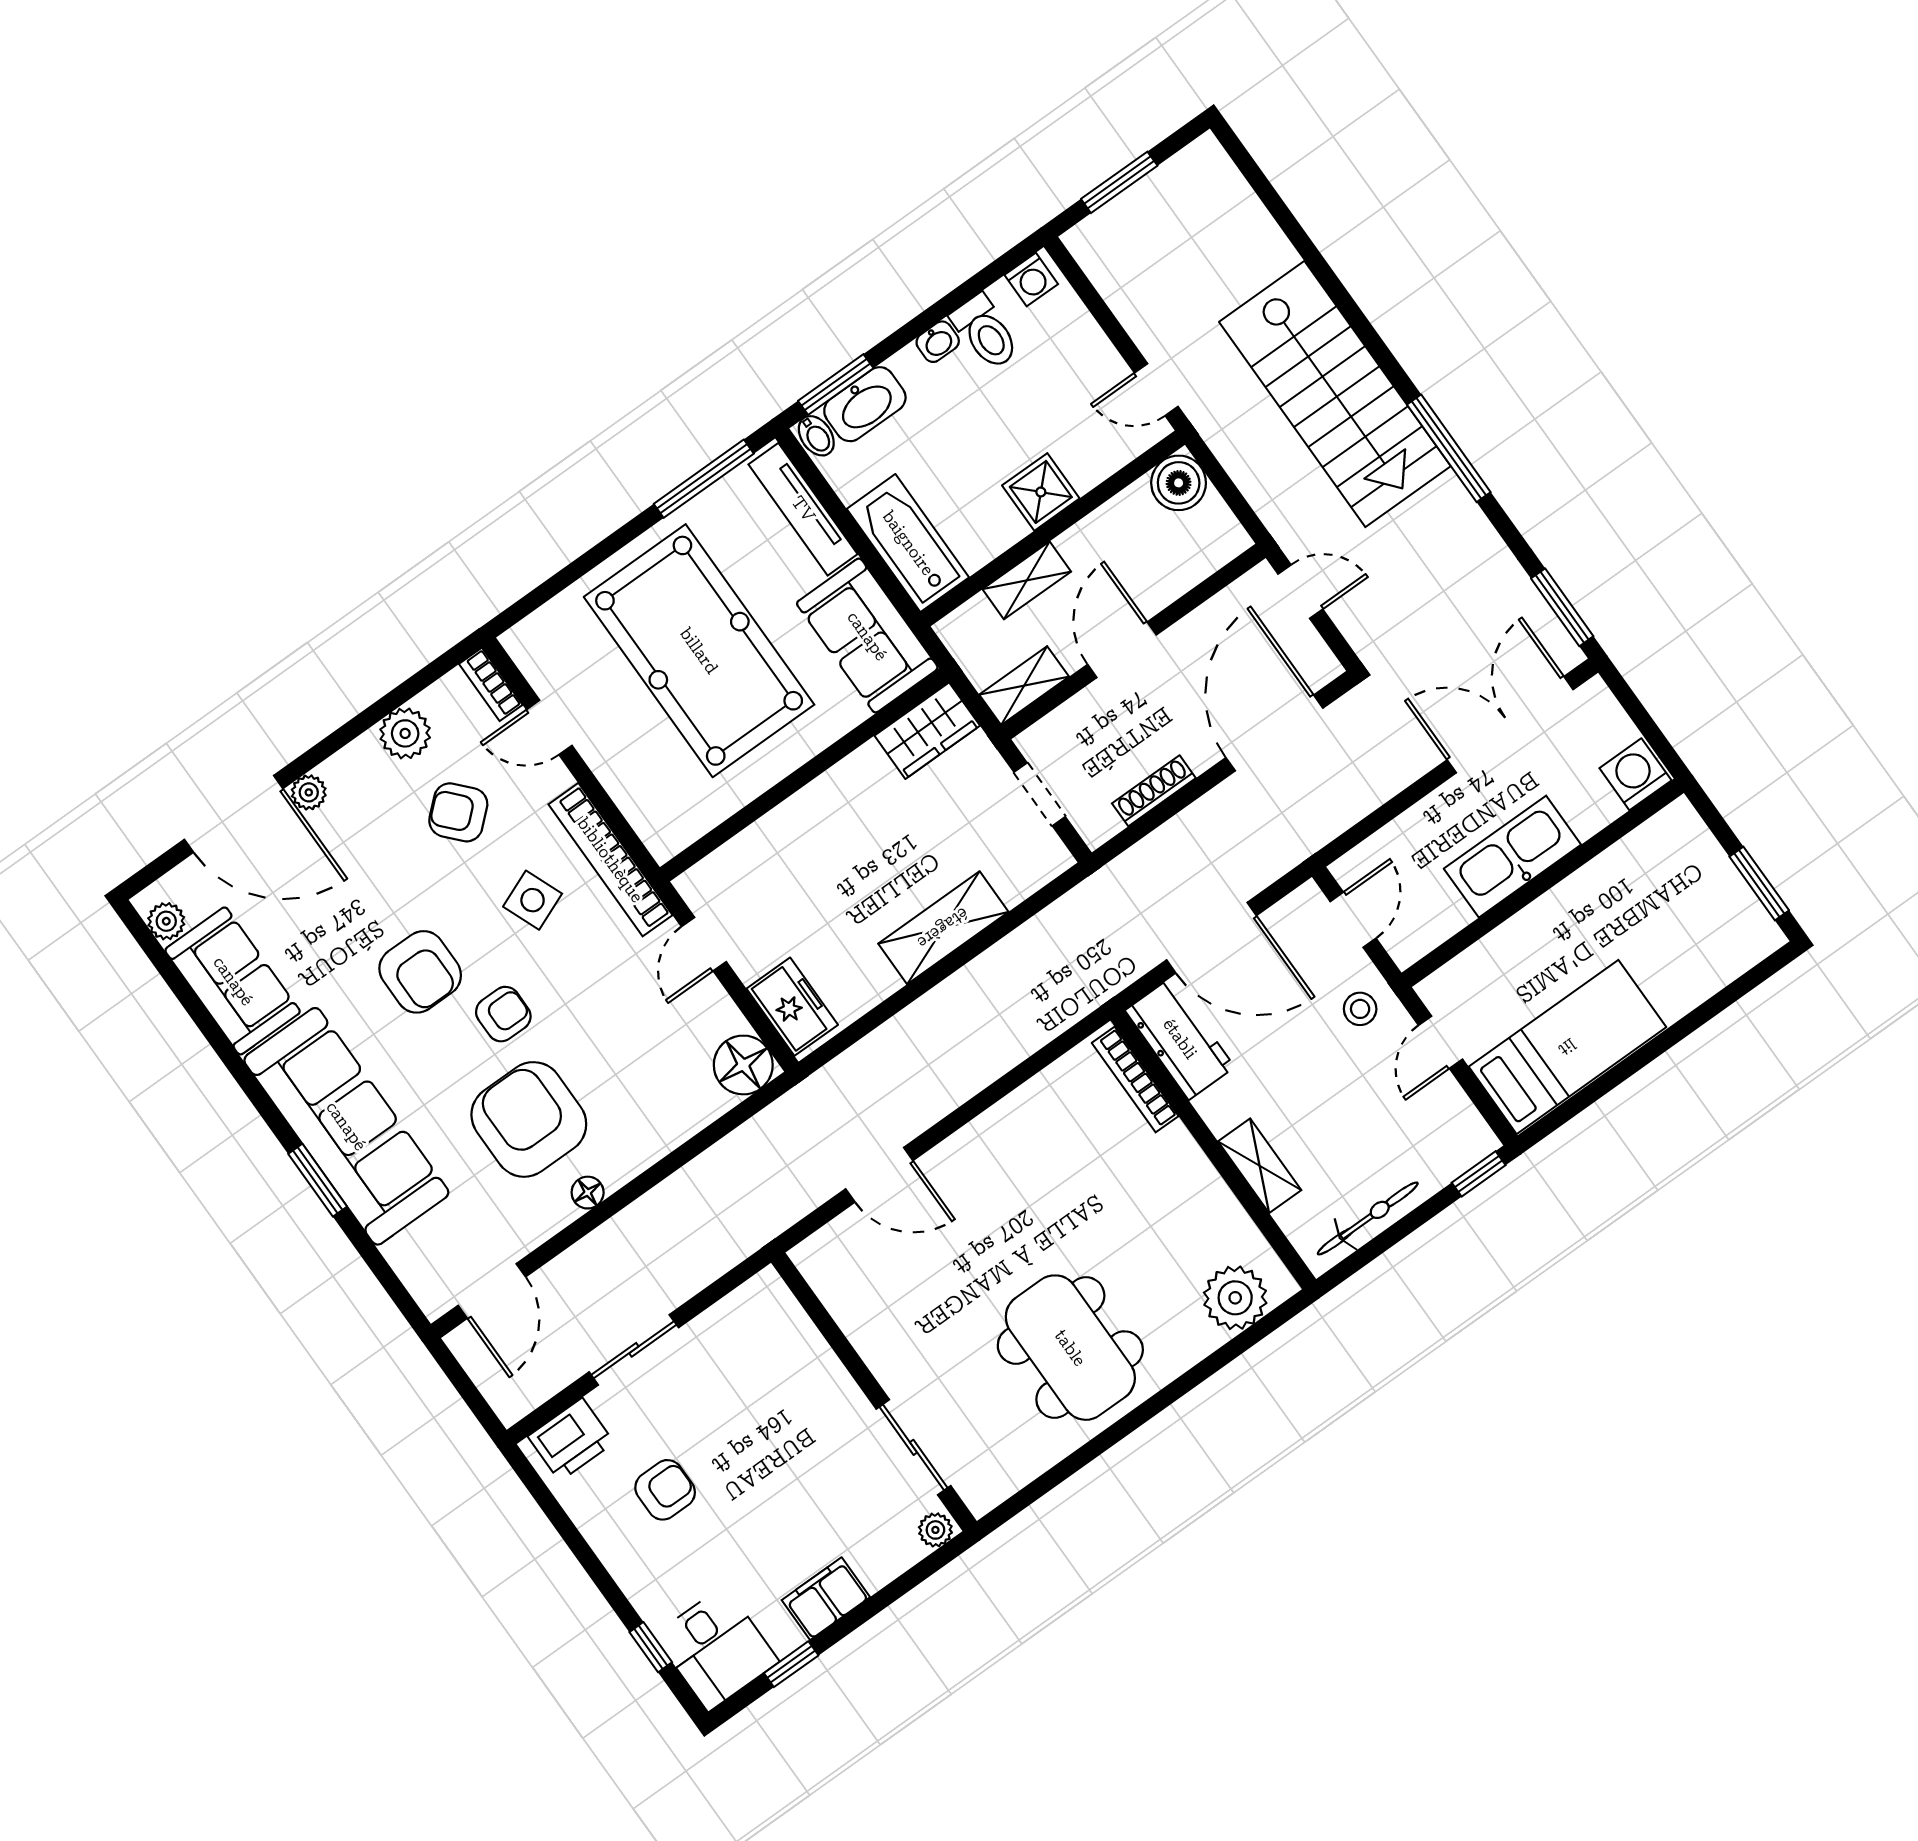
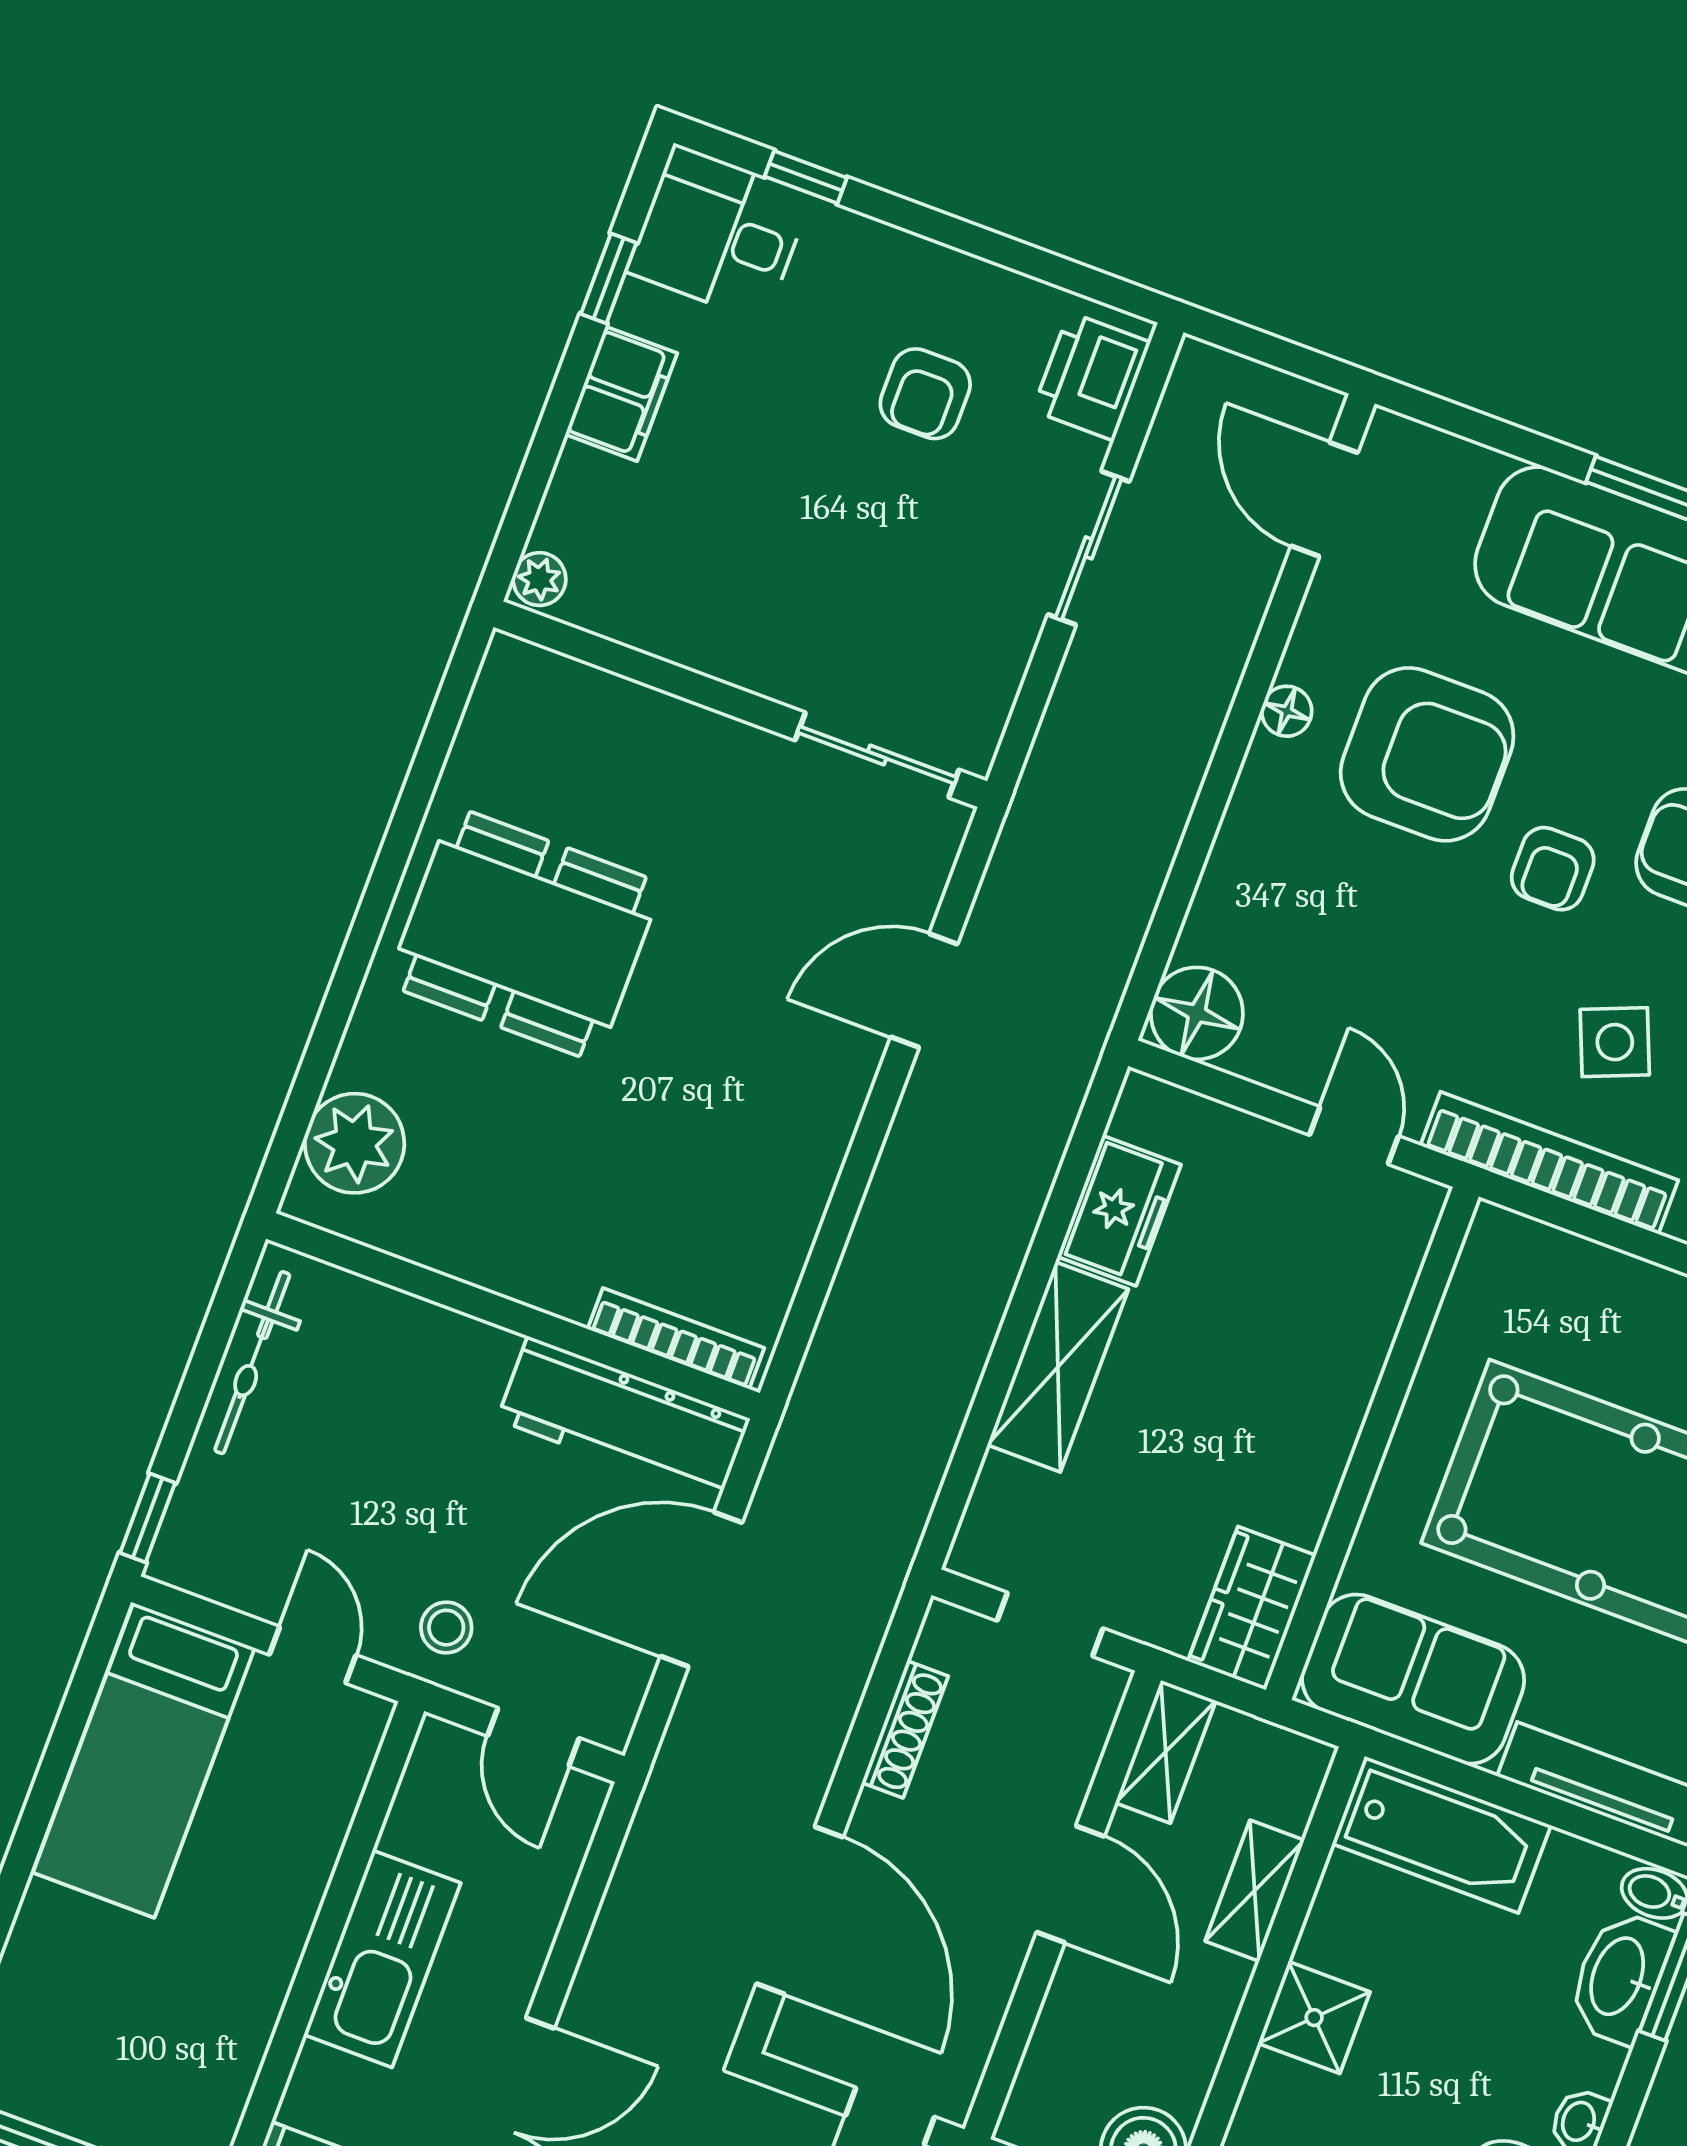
freezer: (792, 1007) -> (1119, 1211), moved, turned -90
workbench: (1180, 1039) -> (623, 1419), width x1.38
shelving: (1260, 1166) -> (439, 1336), removed
sliding door: (914, 1447) -> (877, 755), moved

